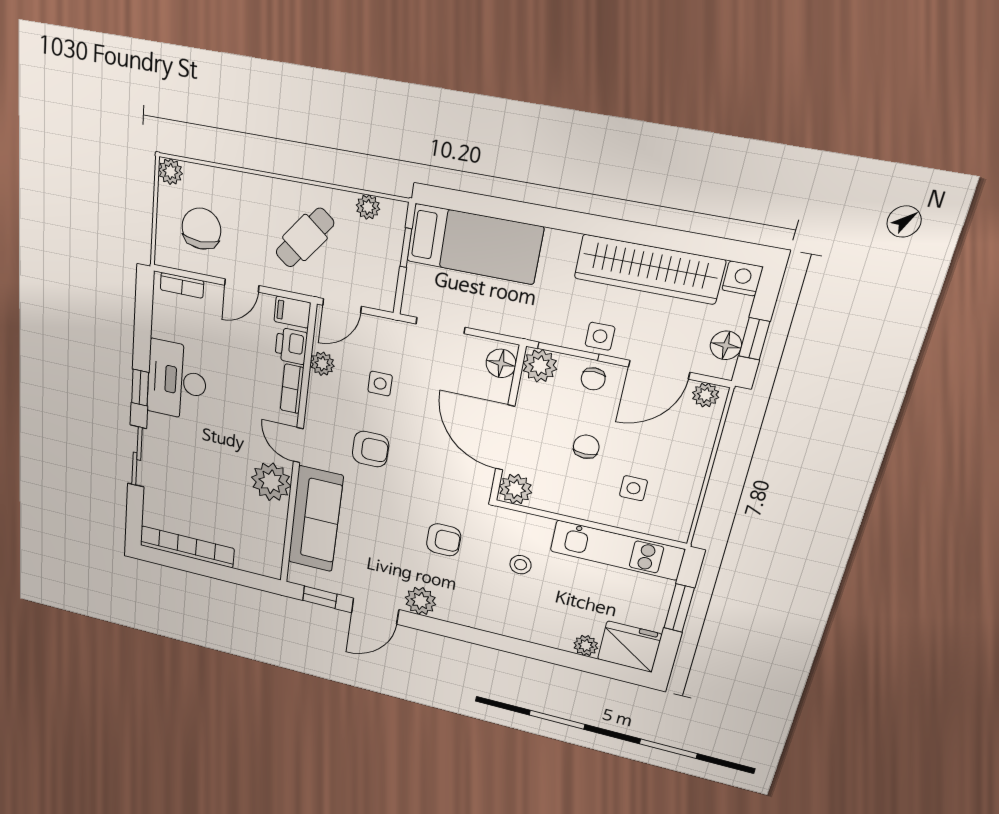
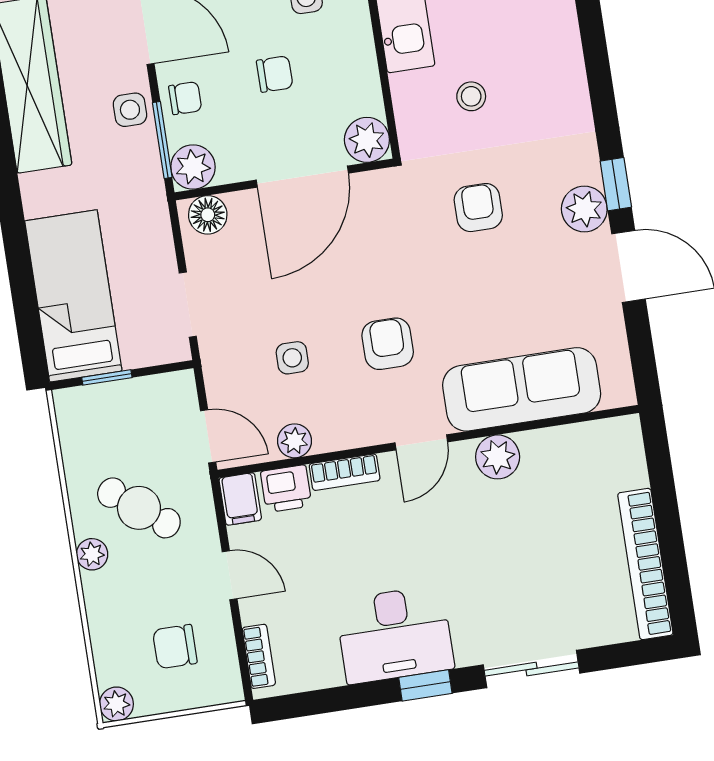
plant: (368, 207) -> (92, 554), moved
chair: (201, 229) -> (175, 647), width x0.73, depth x0.73
chair: (586, 447) -> (275, 74), turned 180
plant: (271, 482) -> (498, 457), width x0.73, depth x0.73
window: (320, 597) -> (616, 184), moved

